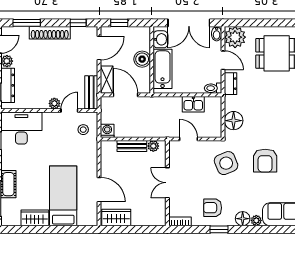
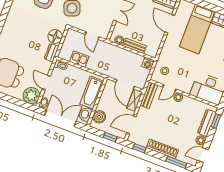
boiler: (142, 59) -> (99, 117), moved
dresser: (231, 84) -> (51, 53), moved

